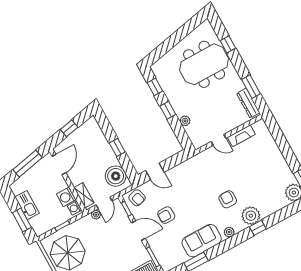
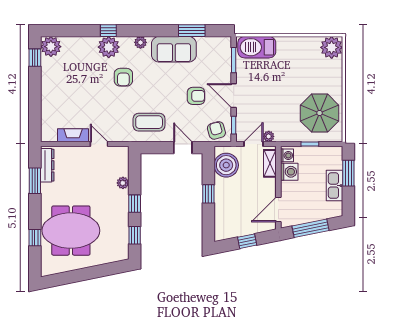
coffee table: (190, 176) -> (149, 122), added

